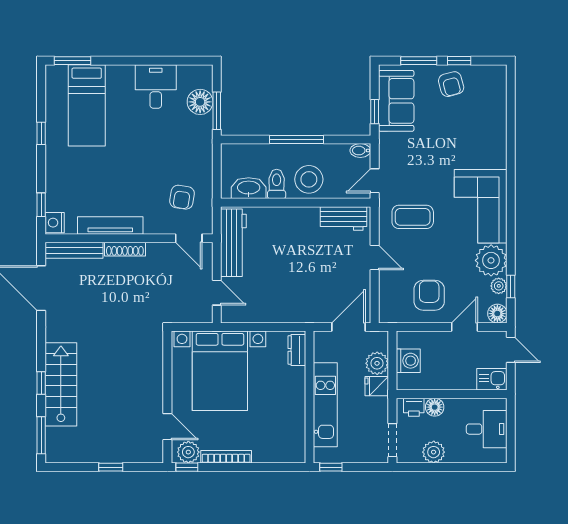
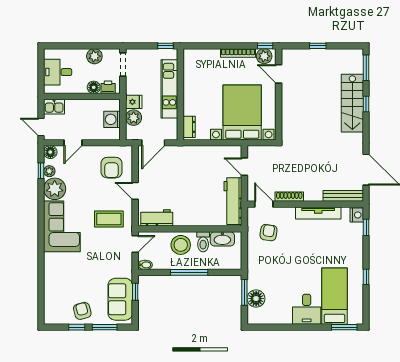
desk: (156, 86) -> (307, 309), moved
shoe rack: (125, 249) -> (289, 197), moved
armchair: (429, 295) -> (112, 168), moved

